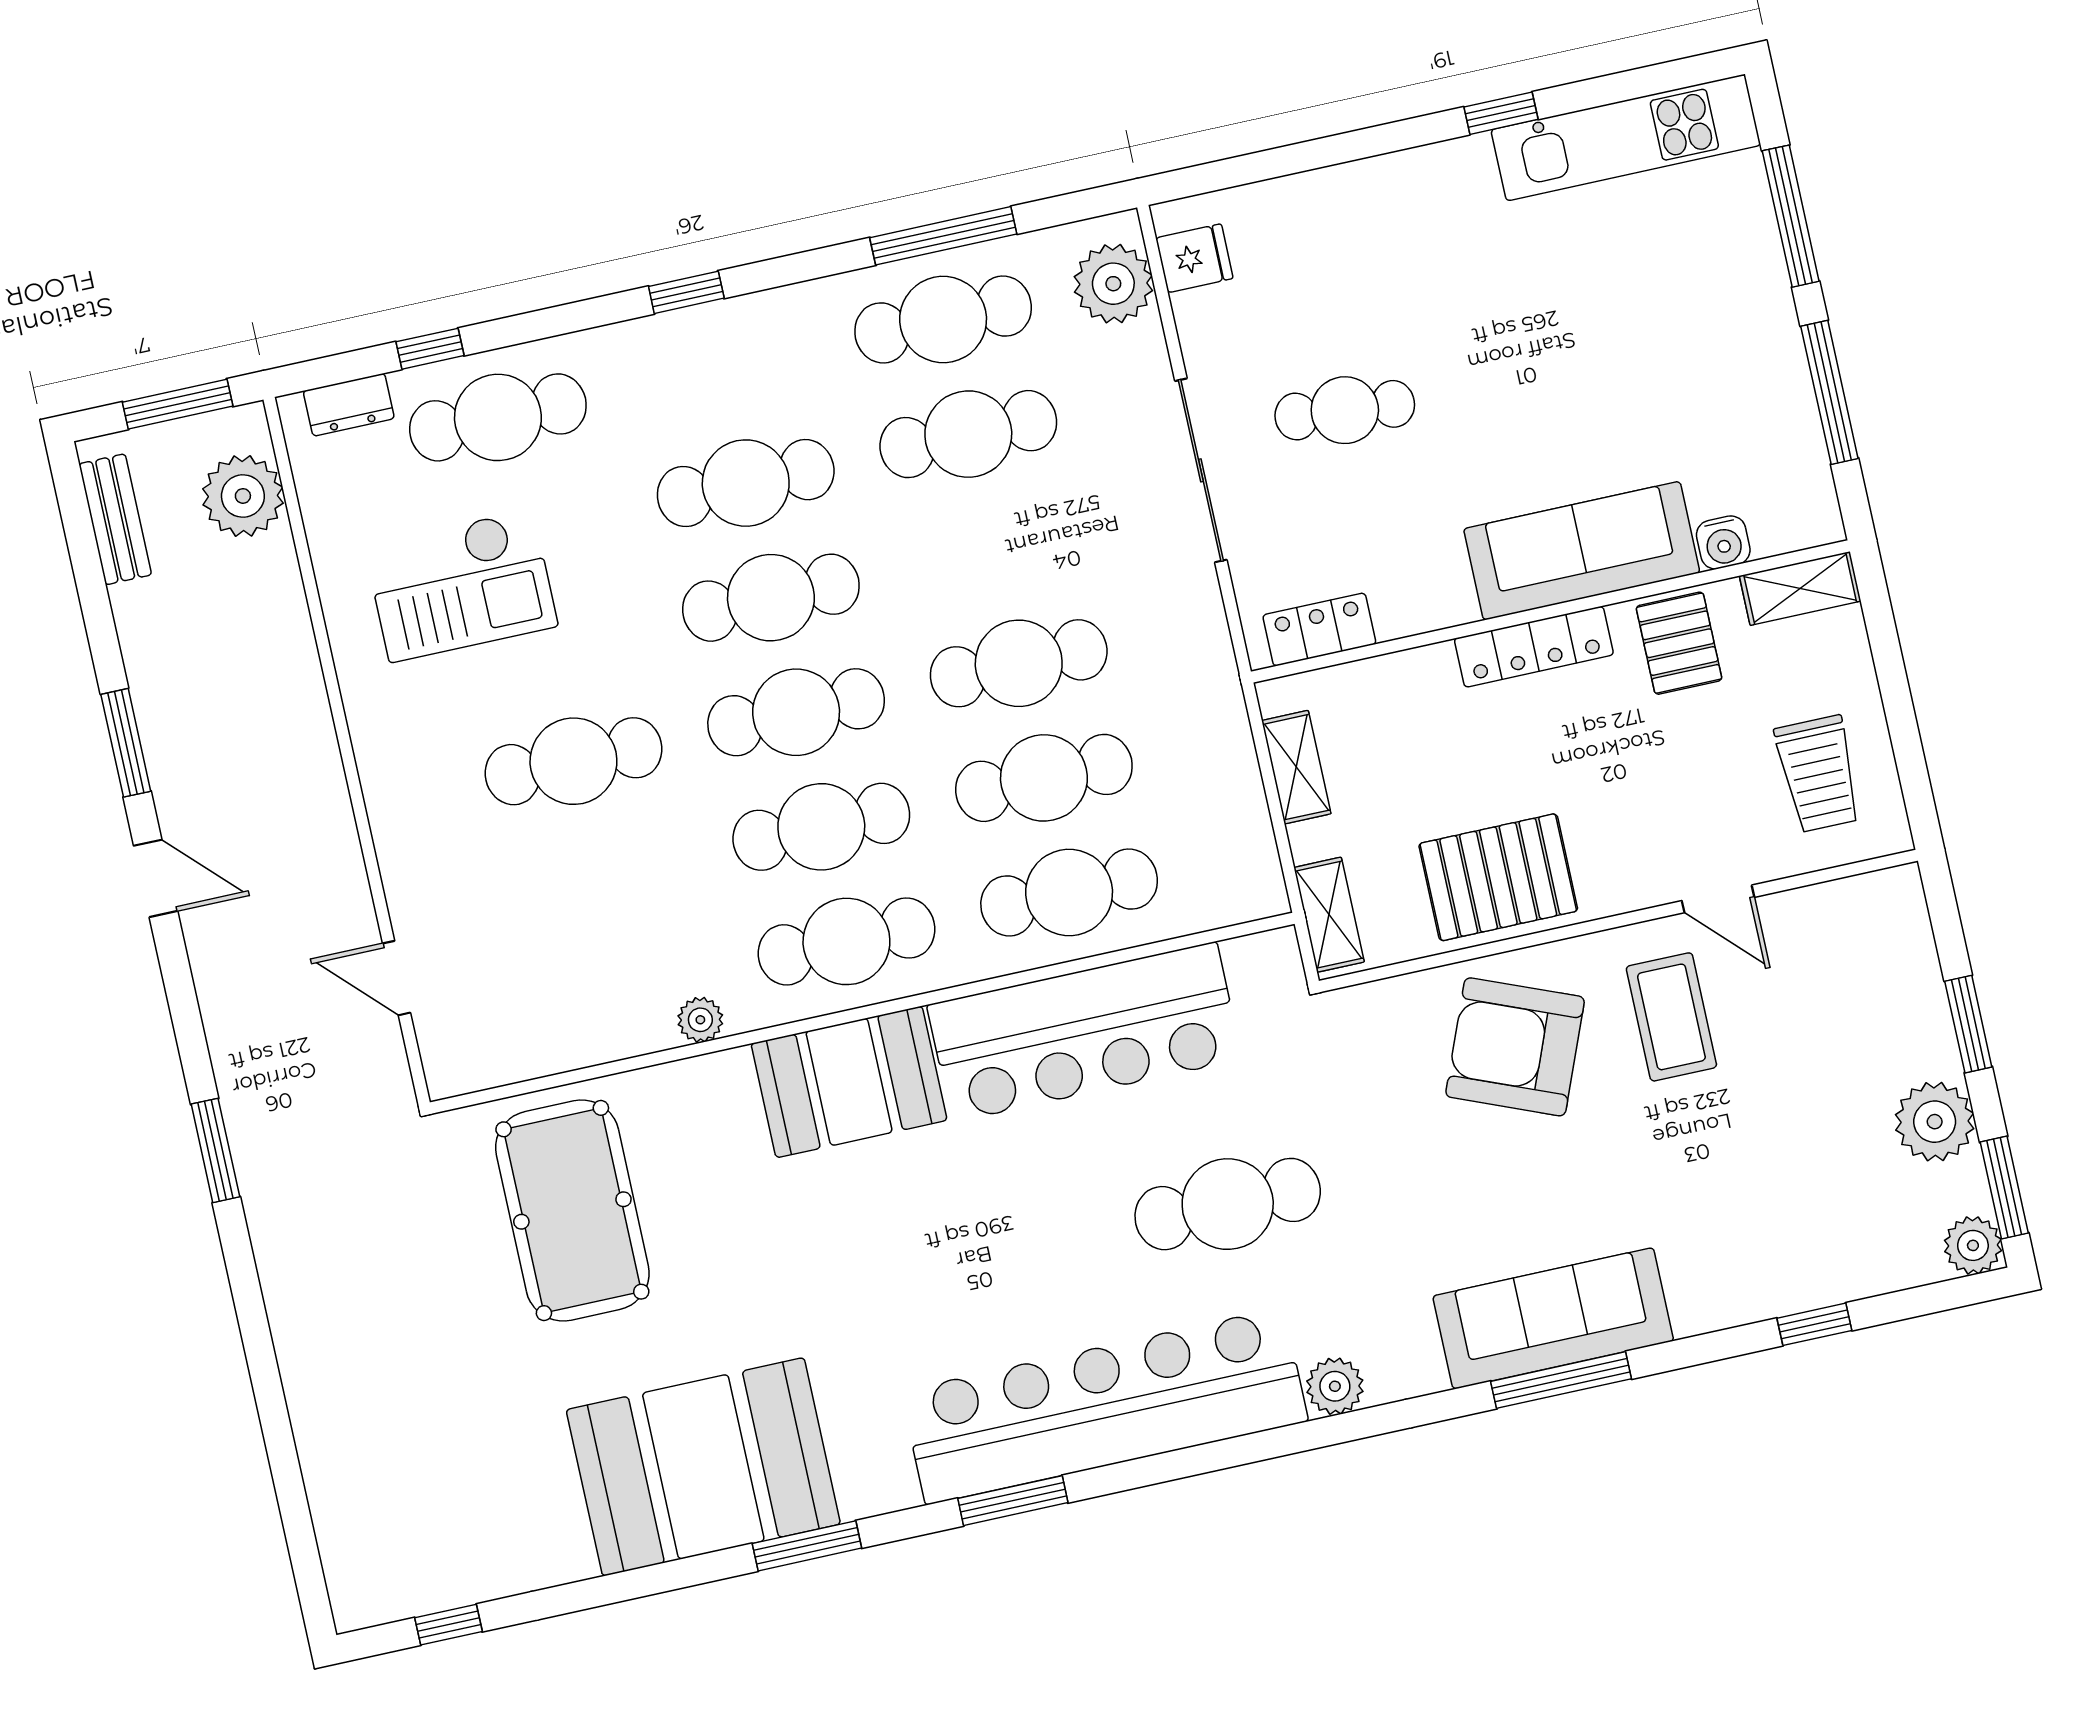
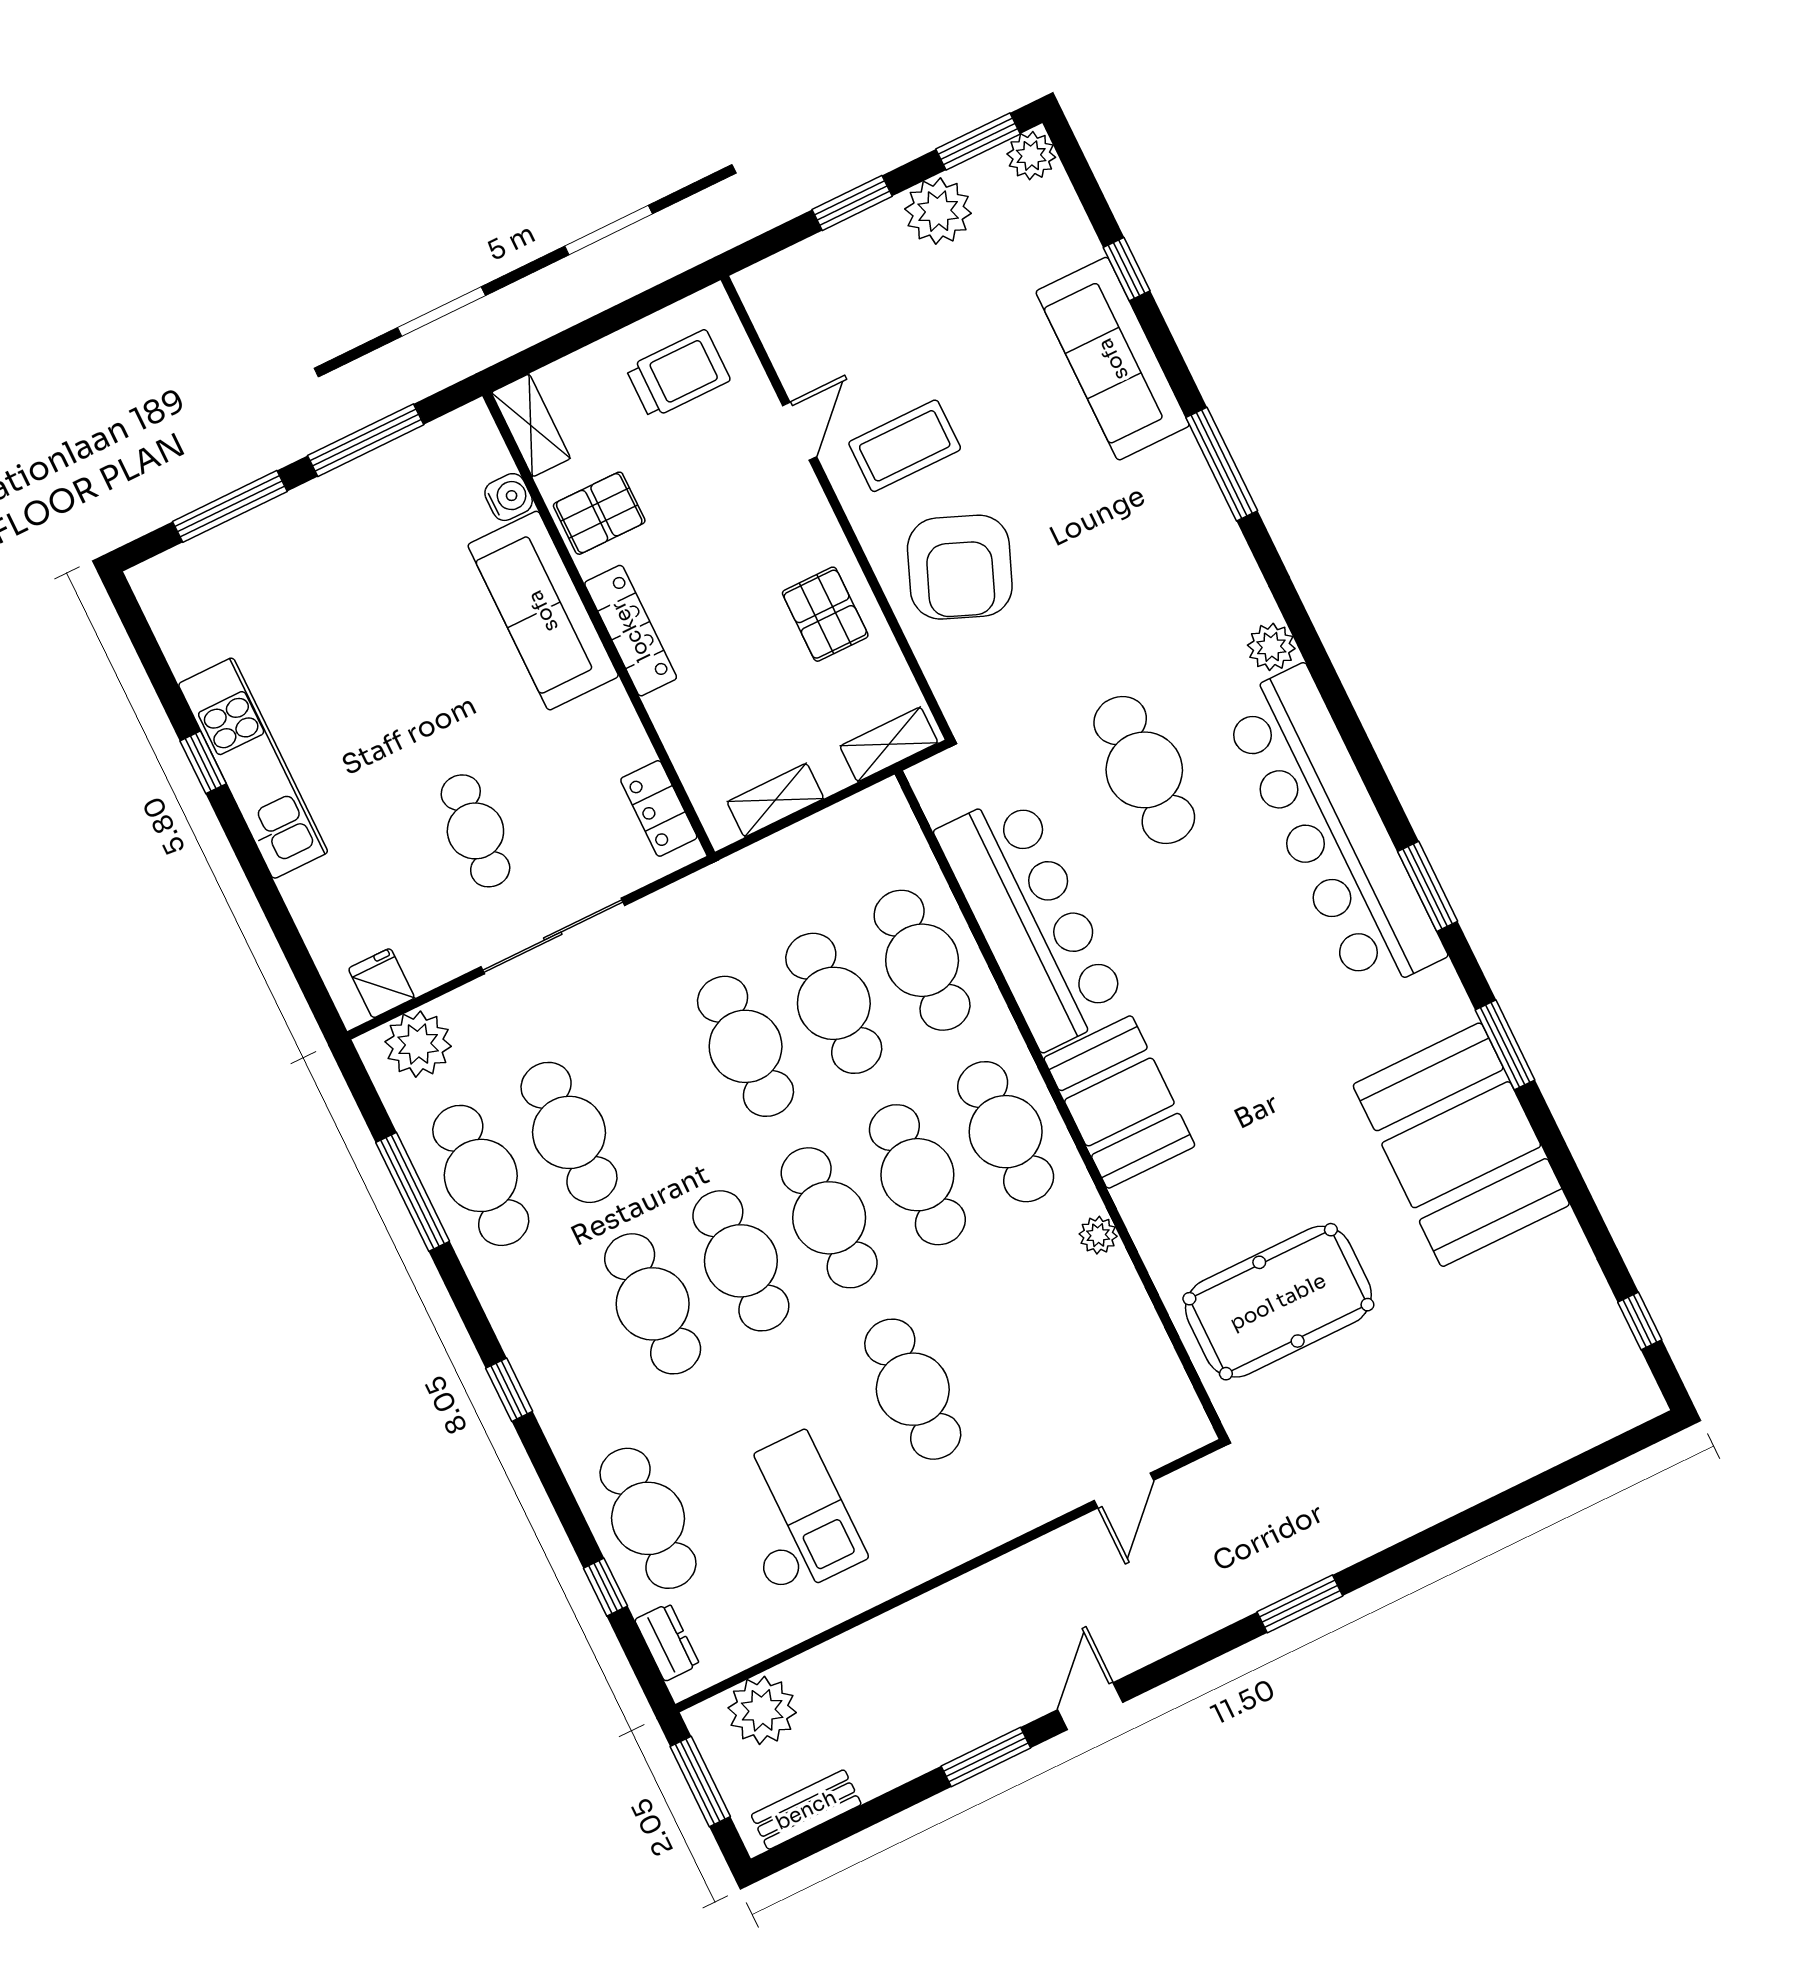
kitchen unit: (1626, 138) -> (253, 768), moved
pallet: (1498, 877) -> (825, 614), width x0.67, depth x0.71
sofa: (1553, 1318) -> (1113, 359), moved

